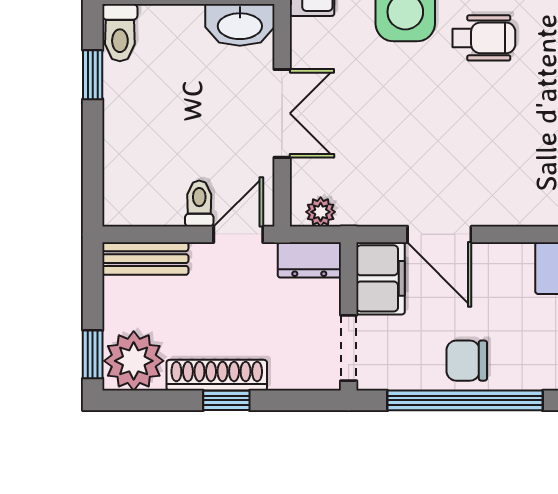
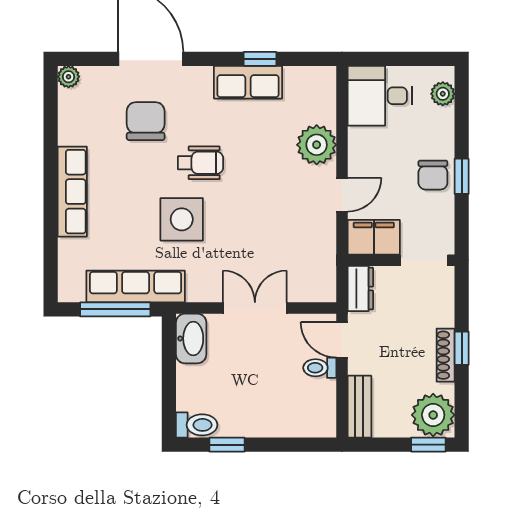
wheelchair: (484, 38) -> (200, 163), turned 90
plant: (321, 212) -> (317, 145), moved, width x1.88, depth x1.88
door: (439, 234) -> (342, 195), width x0.73
shoe rack: (217, 375) -> (446, 355), width x0.74, depth x0.81
window: (465, 400) -> (462, 176), width x0.32

